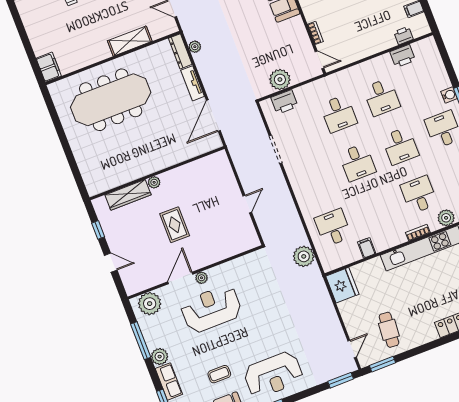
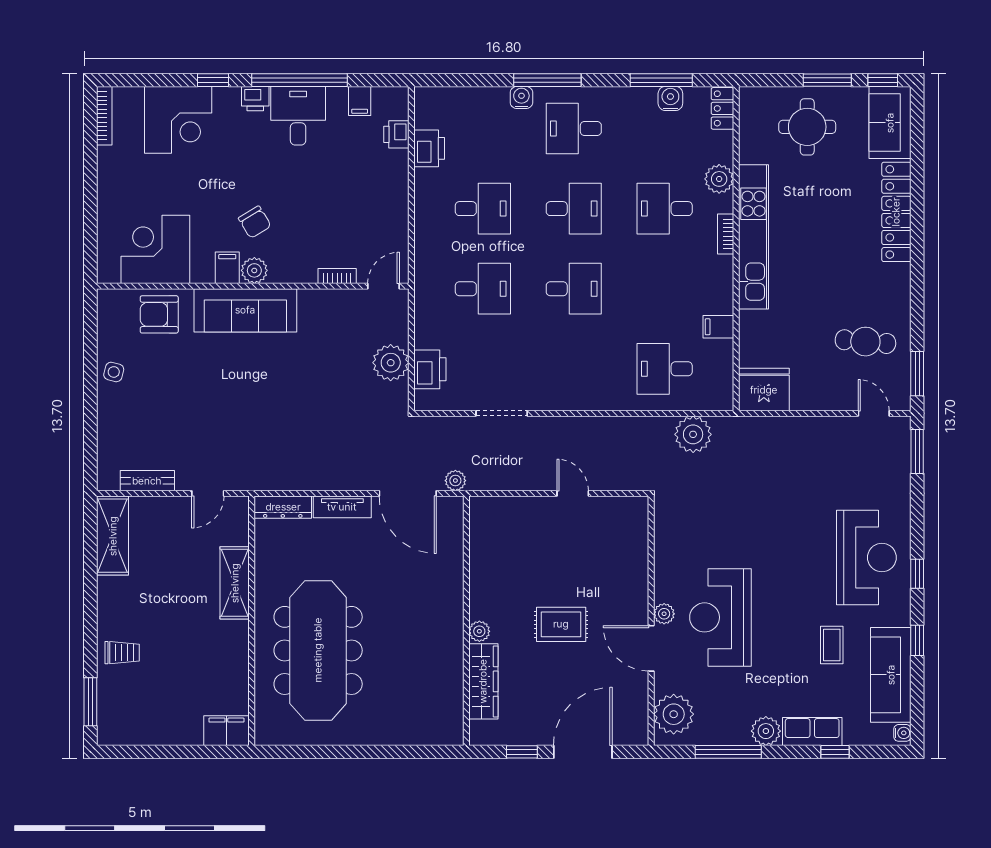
plant: (195, 47) -> (455, 481), moved
door: (111, 263) -> (583, 752), width x1.88

